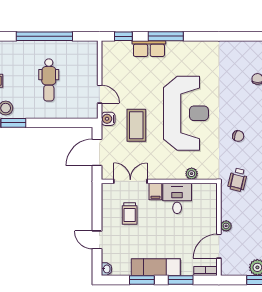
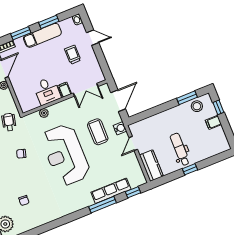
window: (44, 36) -> (190, 169), width x0.32
row of seats: (149, 49) -> (111, 191), width x1.48
kitchen counter: (89, 59) -> (151, 166), added
dental chair: (49, 80) -> (180, 149), moved
door: (100, 94) -> (133, 144), hinge flipped
trolley: (130, 213) -> (73, 55), moved

